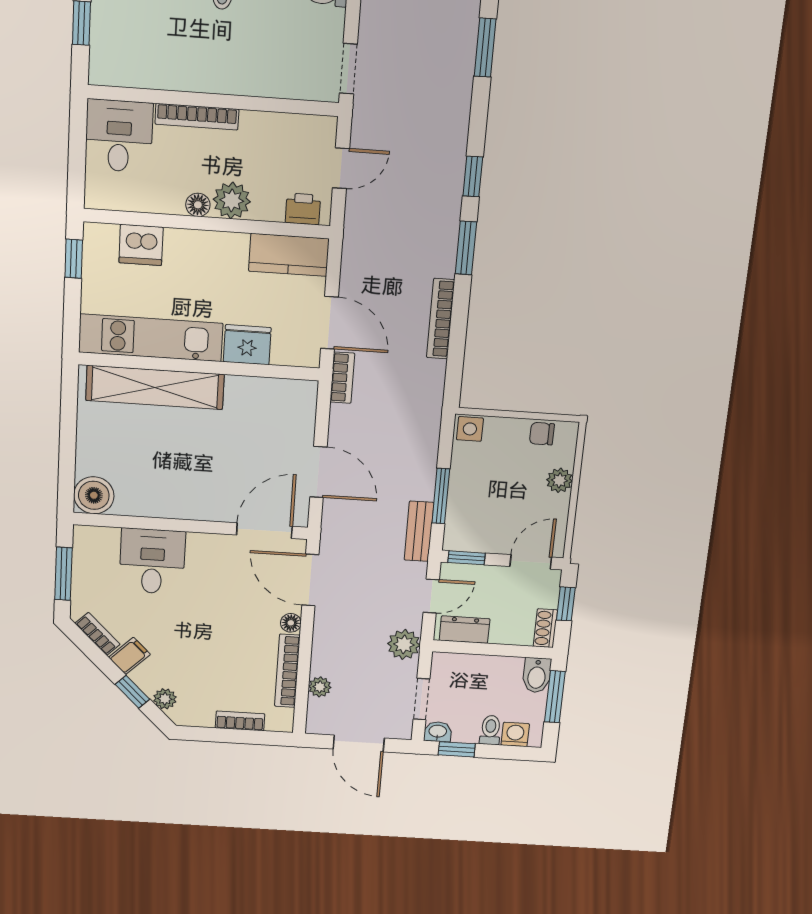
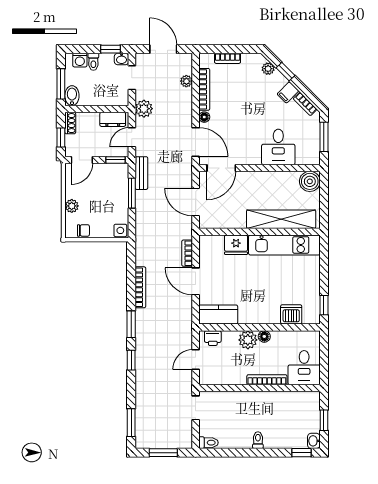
kitchen unit: (151, 338) -> (284, 245), moved
fridge: (247, 345) -> (236, 245), moved
wall: (199, 366) -> (259, 232), moved
shelving: (155, 387) -> (281, 219), moved

